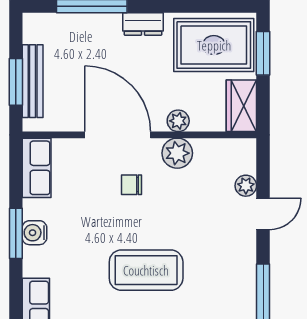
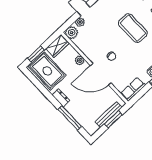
door: (118, 135) -> (101, 74), hinge flipped
plant: (177, 153) -> (72, 33), moved

